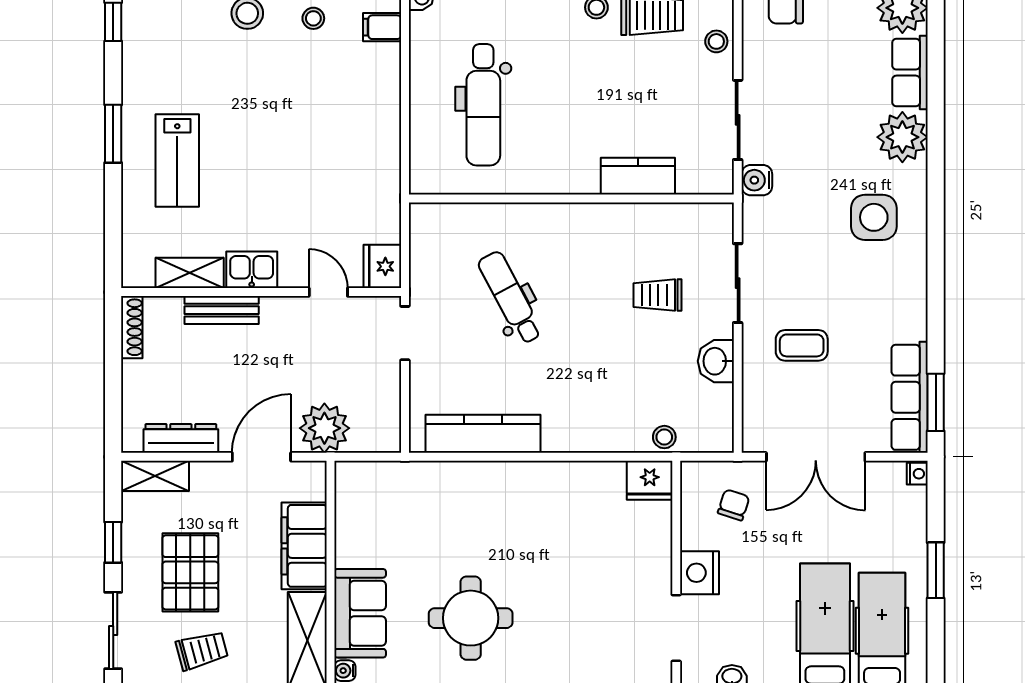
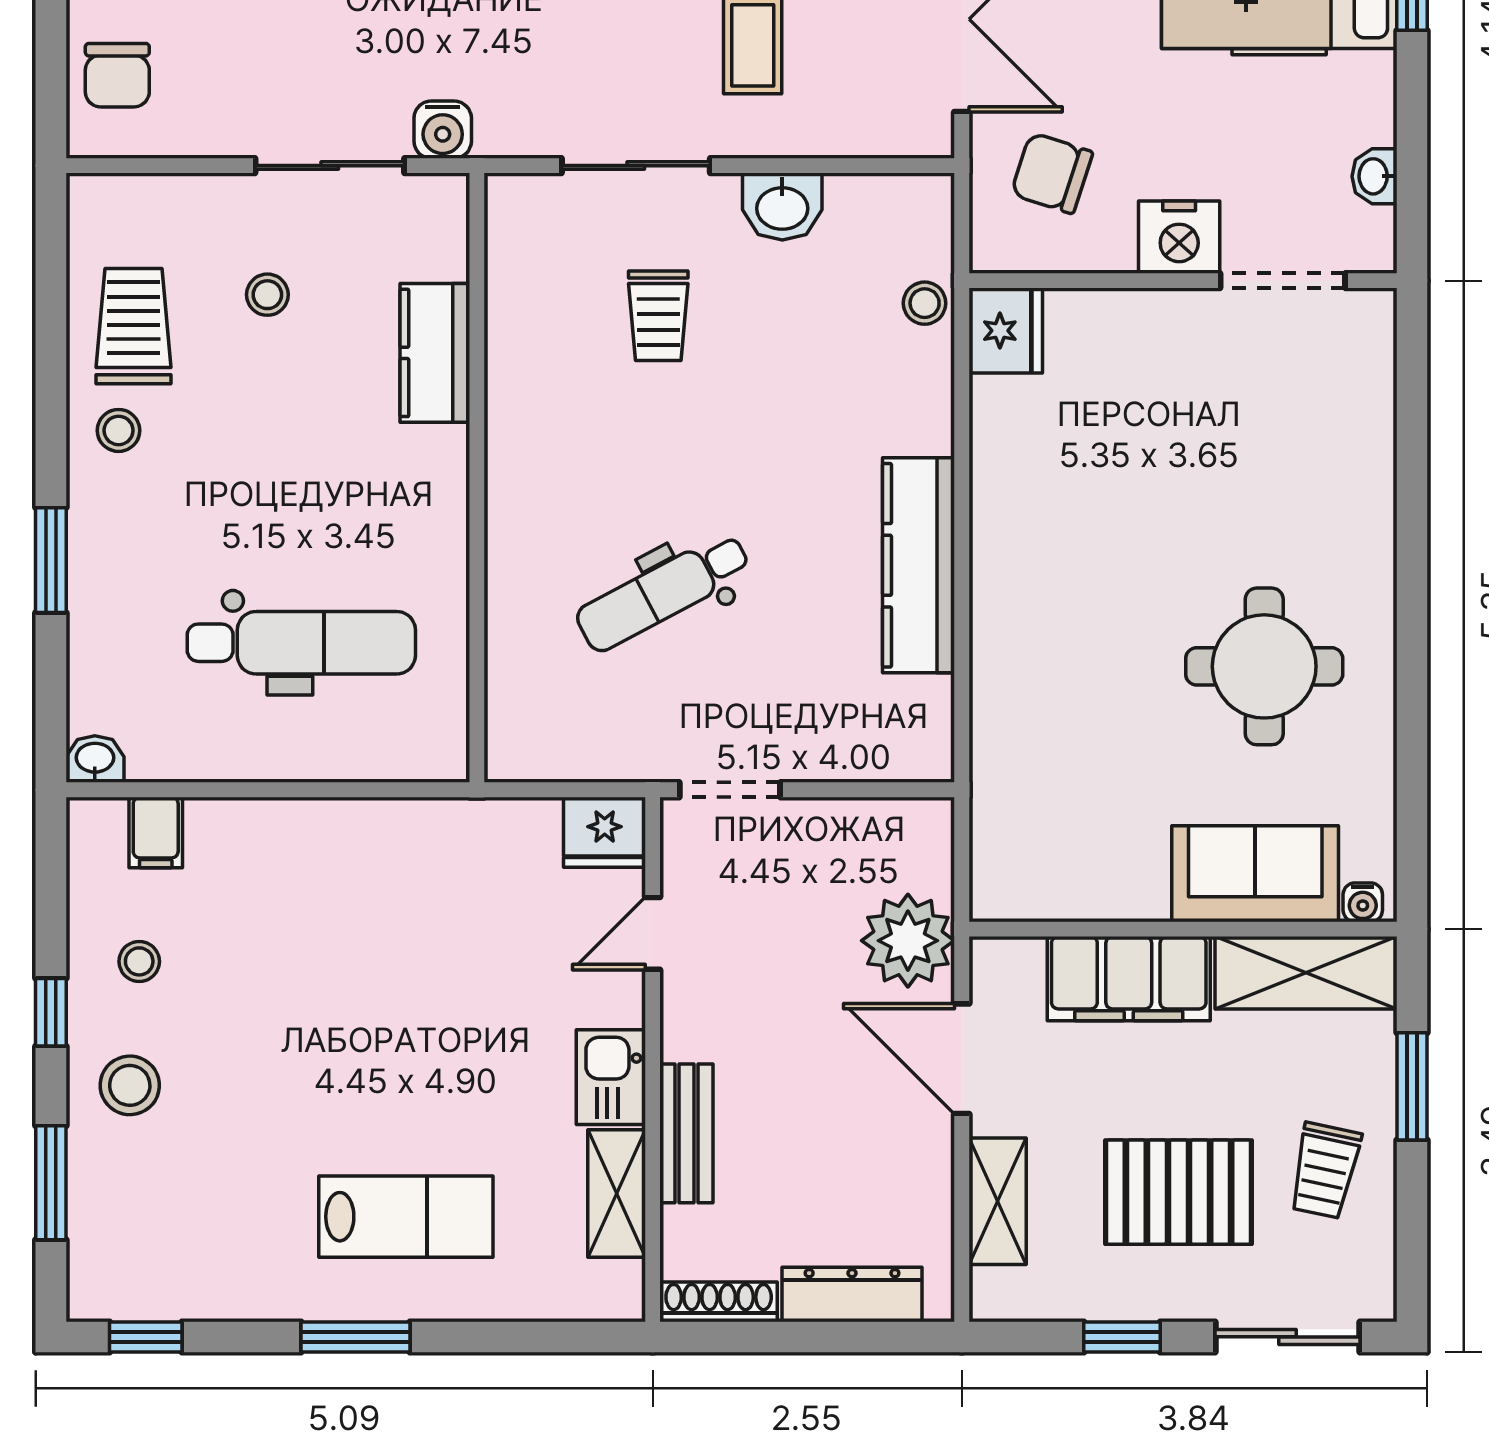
stool: (716, 41) -> (267, 295), moved
kitchen counter: (483, 434) -> (919, 565), moved
dresser: (181, 438) -> (852, 1294), moved, turned 90
shelving: (155, 476) -> (998, 1201), moved
chair: (734, 505) -> (1052, 173), width x1.37, depth x1.37
trolley: (202, 650) -> (1325, 1171), turned -153

